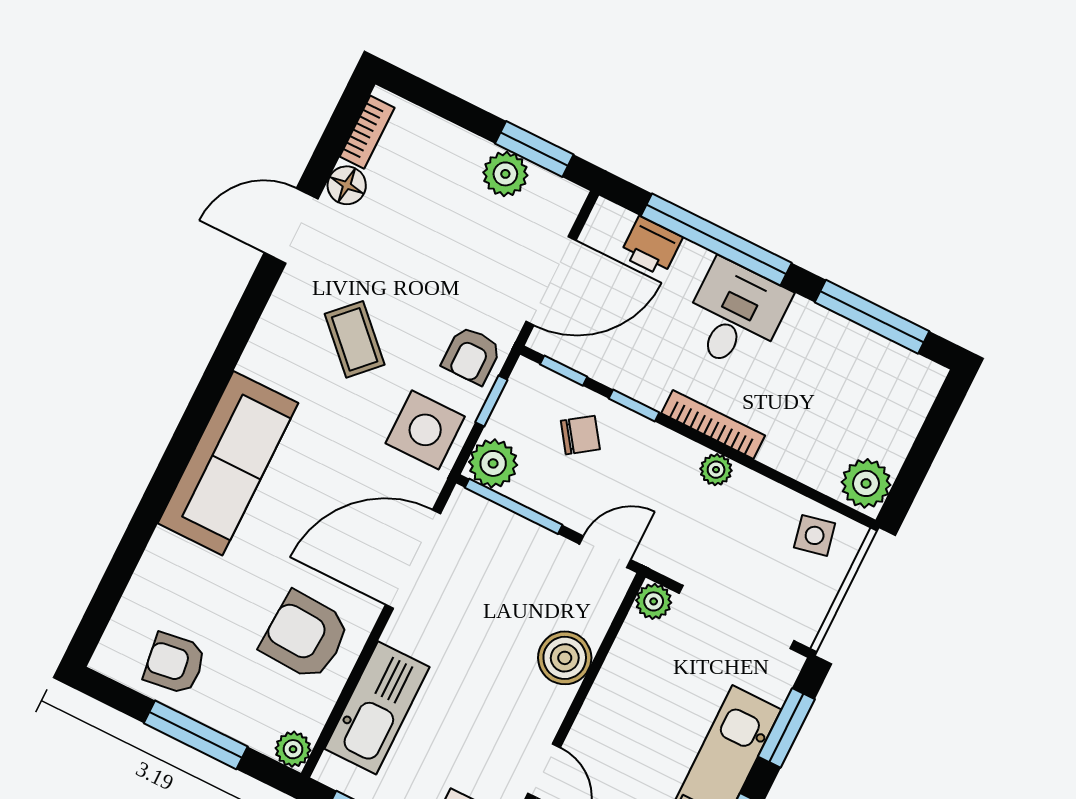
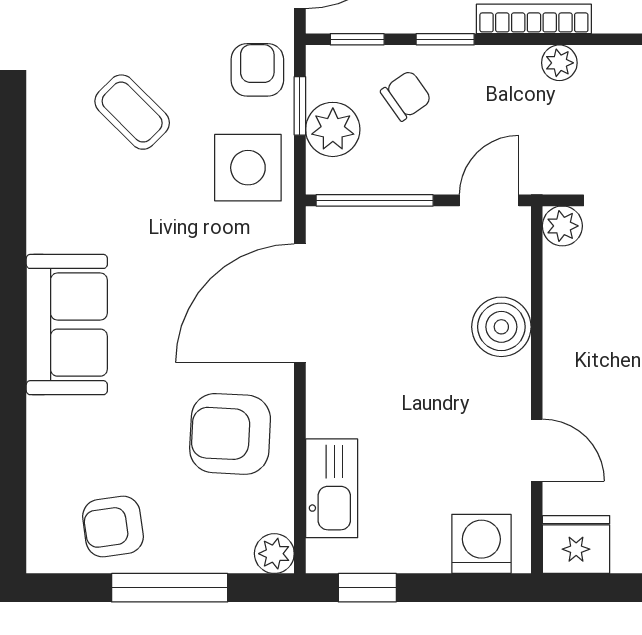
armchair: (472, 355) -> (257, 70), turned 180
sofa: (228, 463) -> (67, 325), width x0.73
plant: (493, 463) -> (333, 129), moved
kitchen sink: (377, 708) -> (332, 488), width x0.73, depth x0.81

